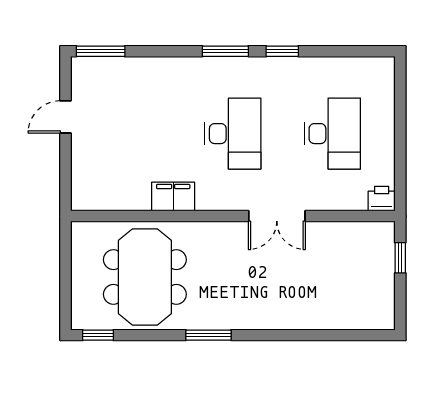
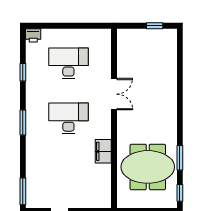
window: (282, 51) -> (23, 72), moved
printer: (382, 199) -> (33, 35), moved, turned -90
window: (400, 258) -> (155, 26), moved
window: (208, 335) -> (180, 158), moved

